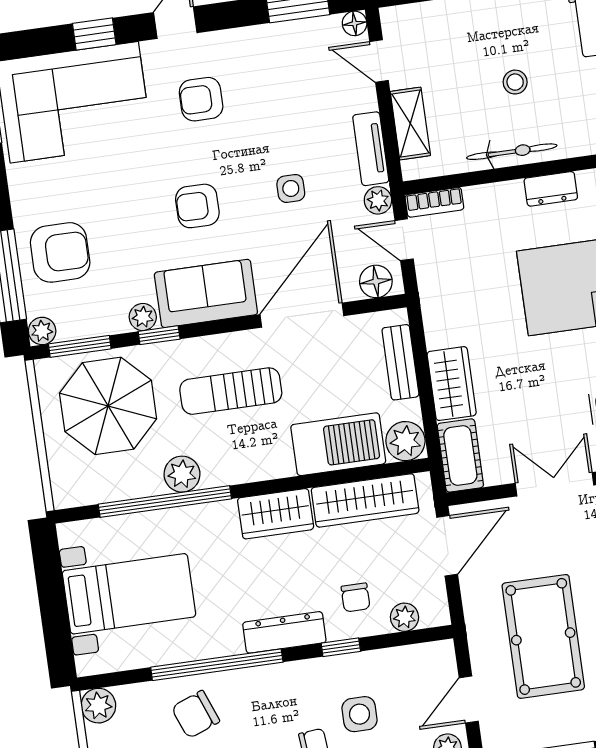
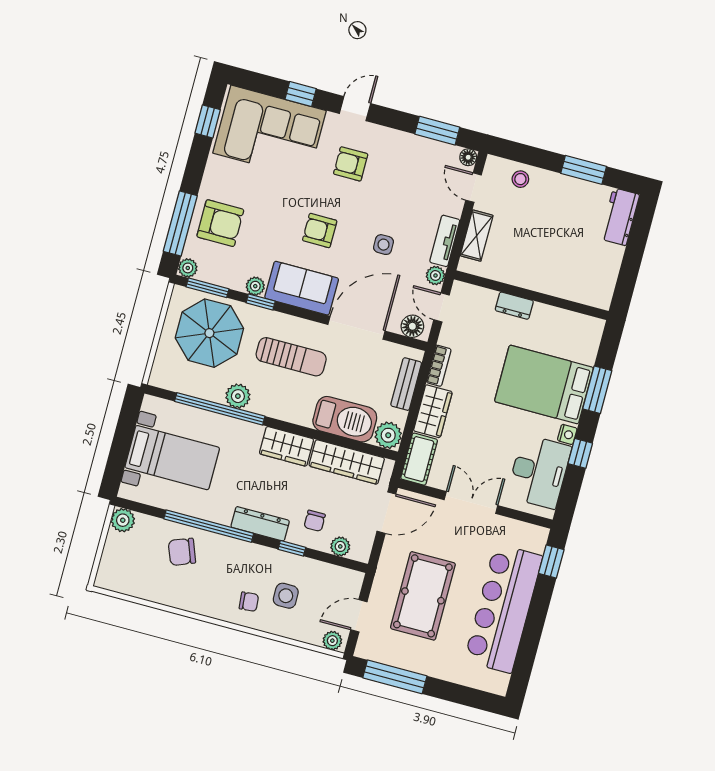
stool: (515, 82) -> (520, 179), moved
bicycle: (512, 152) -> (533, 281), removed
dresser: (551, 189) -> (514, 306), moved
bookcase: (434, 202) -> (439, 366), moved, turned -90
sun lounger: (231, 391) -> (291, 357), turned 180

